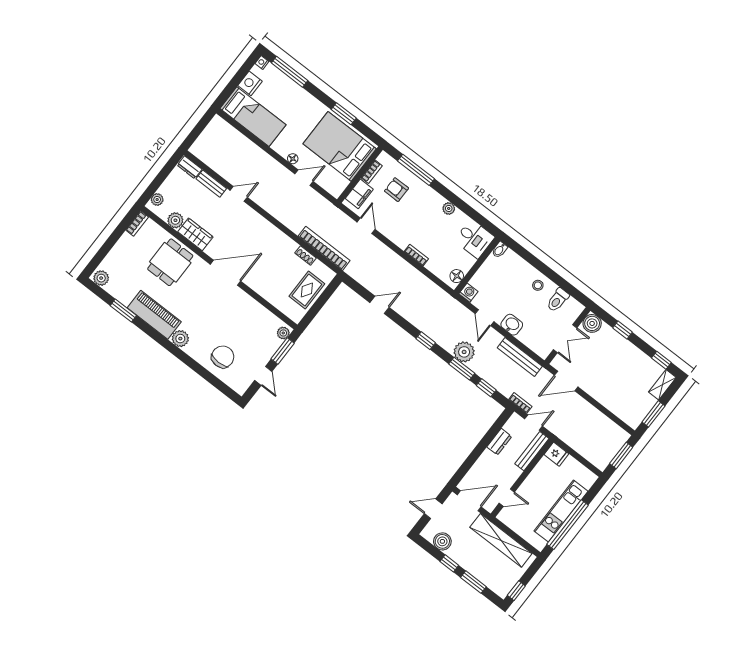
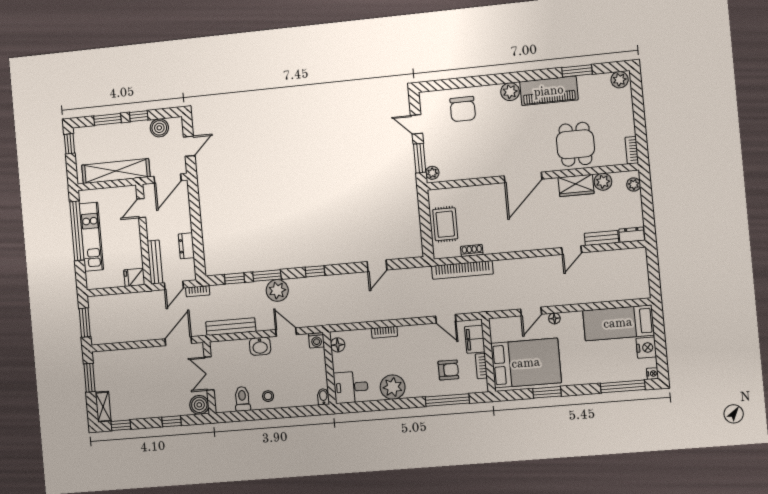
plant: (449, 208) -> (393, 387), width x1.87, depth x1.87

